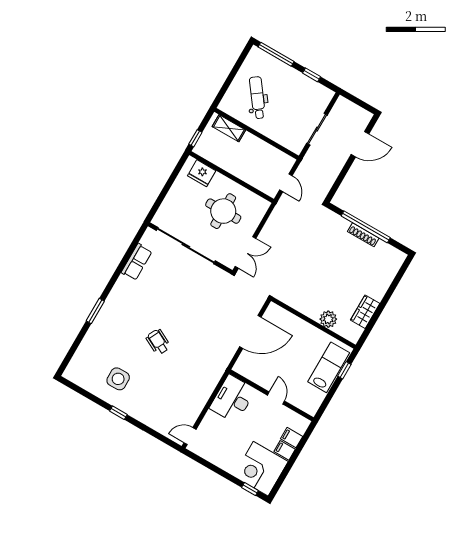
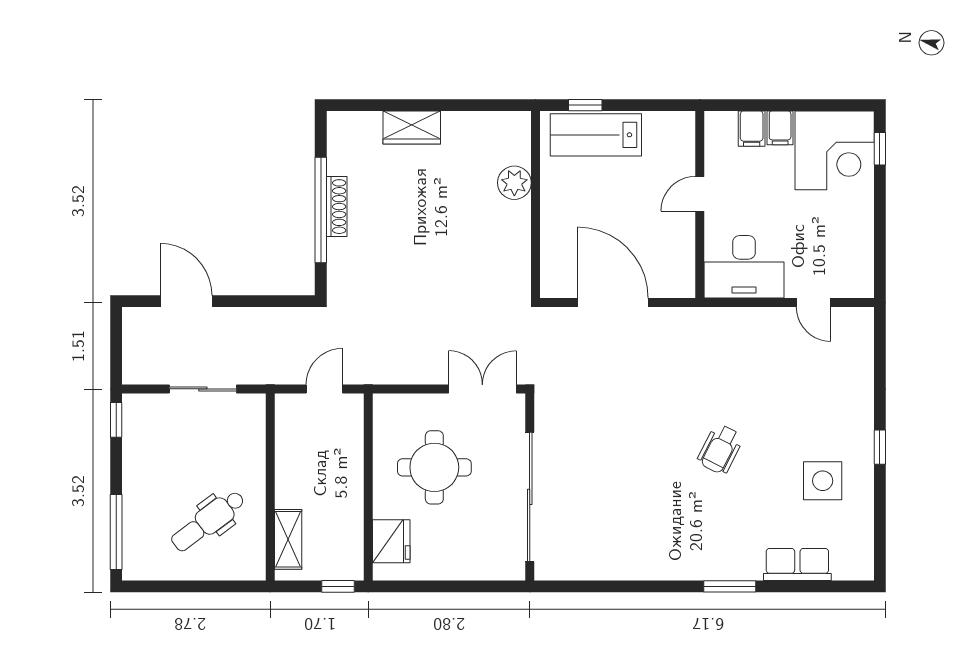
window: (312, 75) -> (116, 420), moved
row of seats: (137, 262) -> (797, 564), moved
wardrobe: (365, 312) -> (412, 127), moved
door: (190, 436) -> (813, 302), moved

